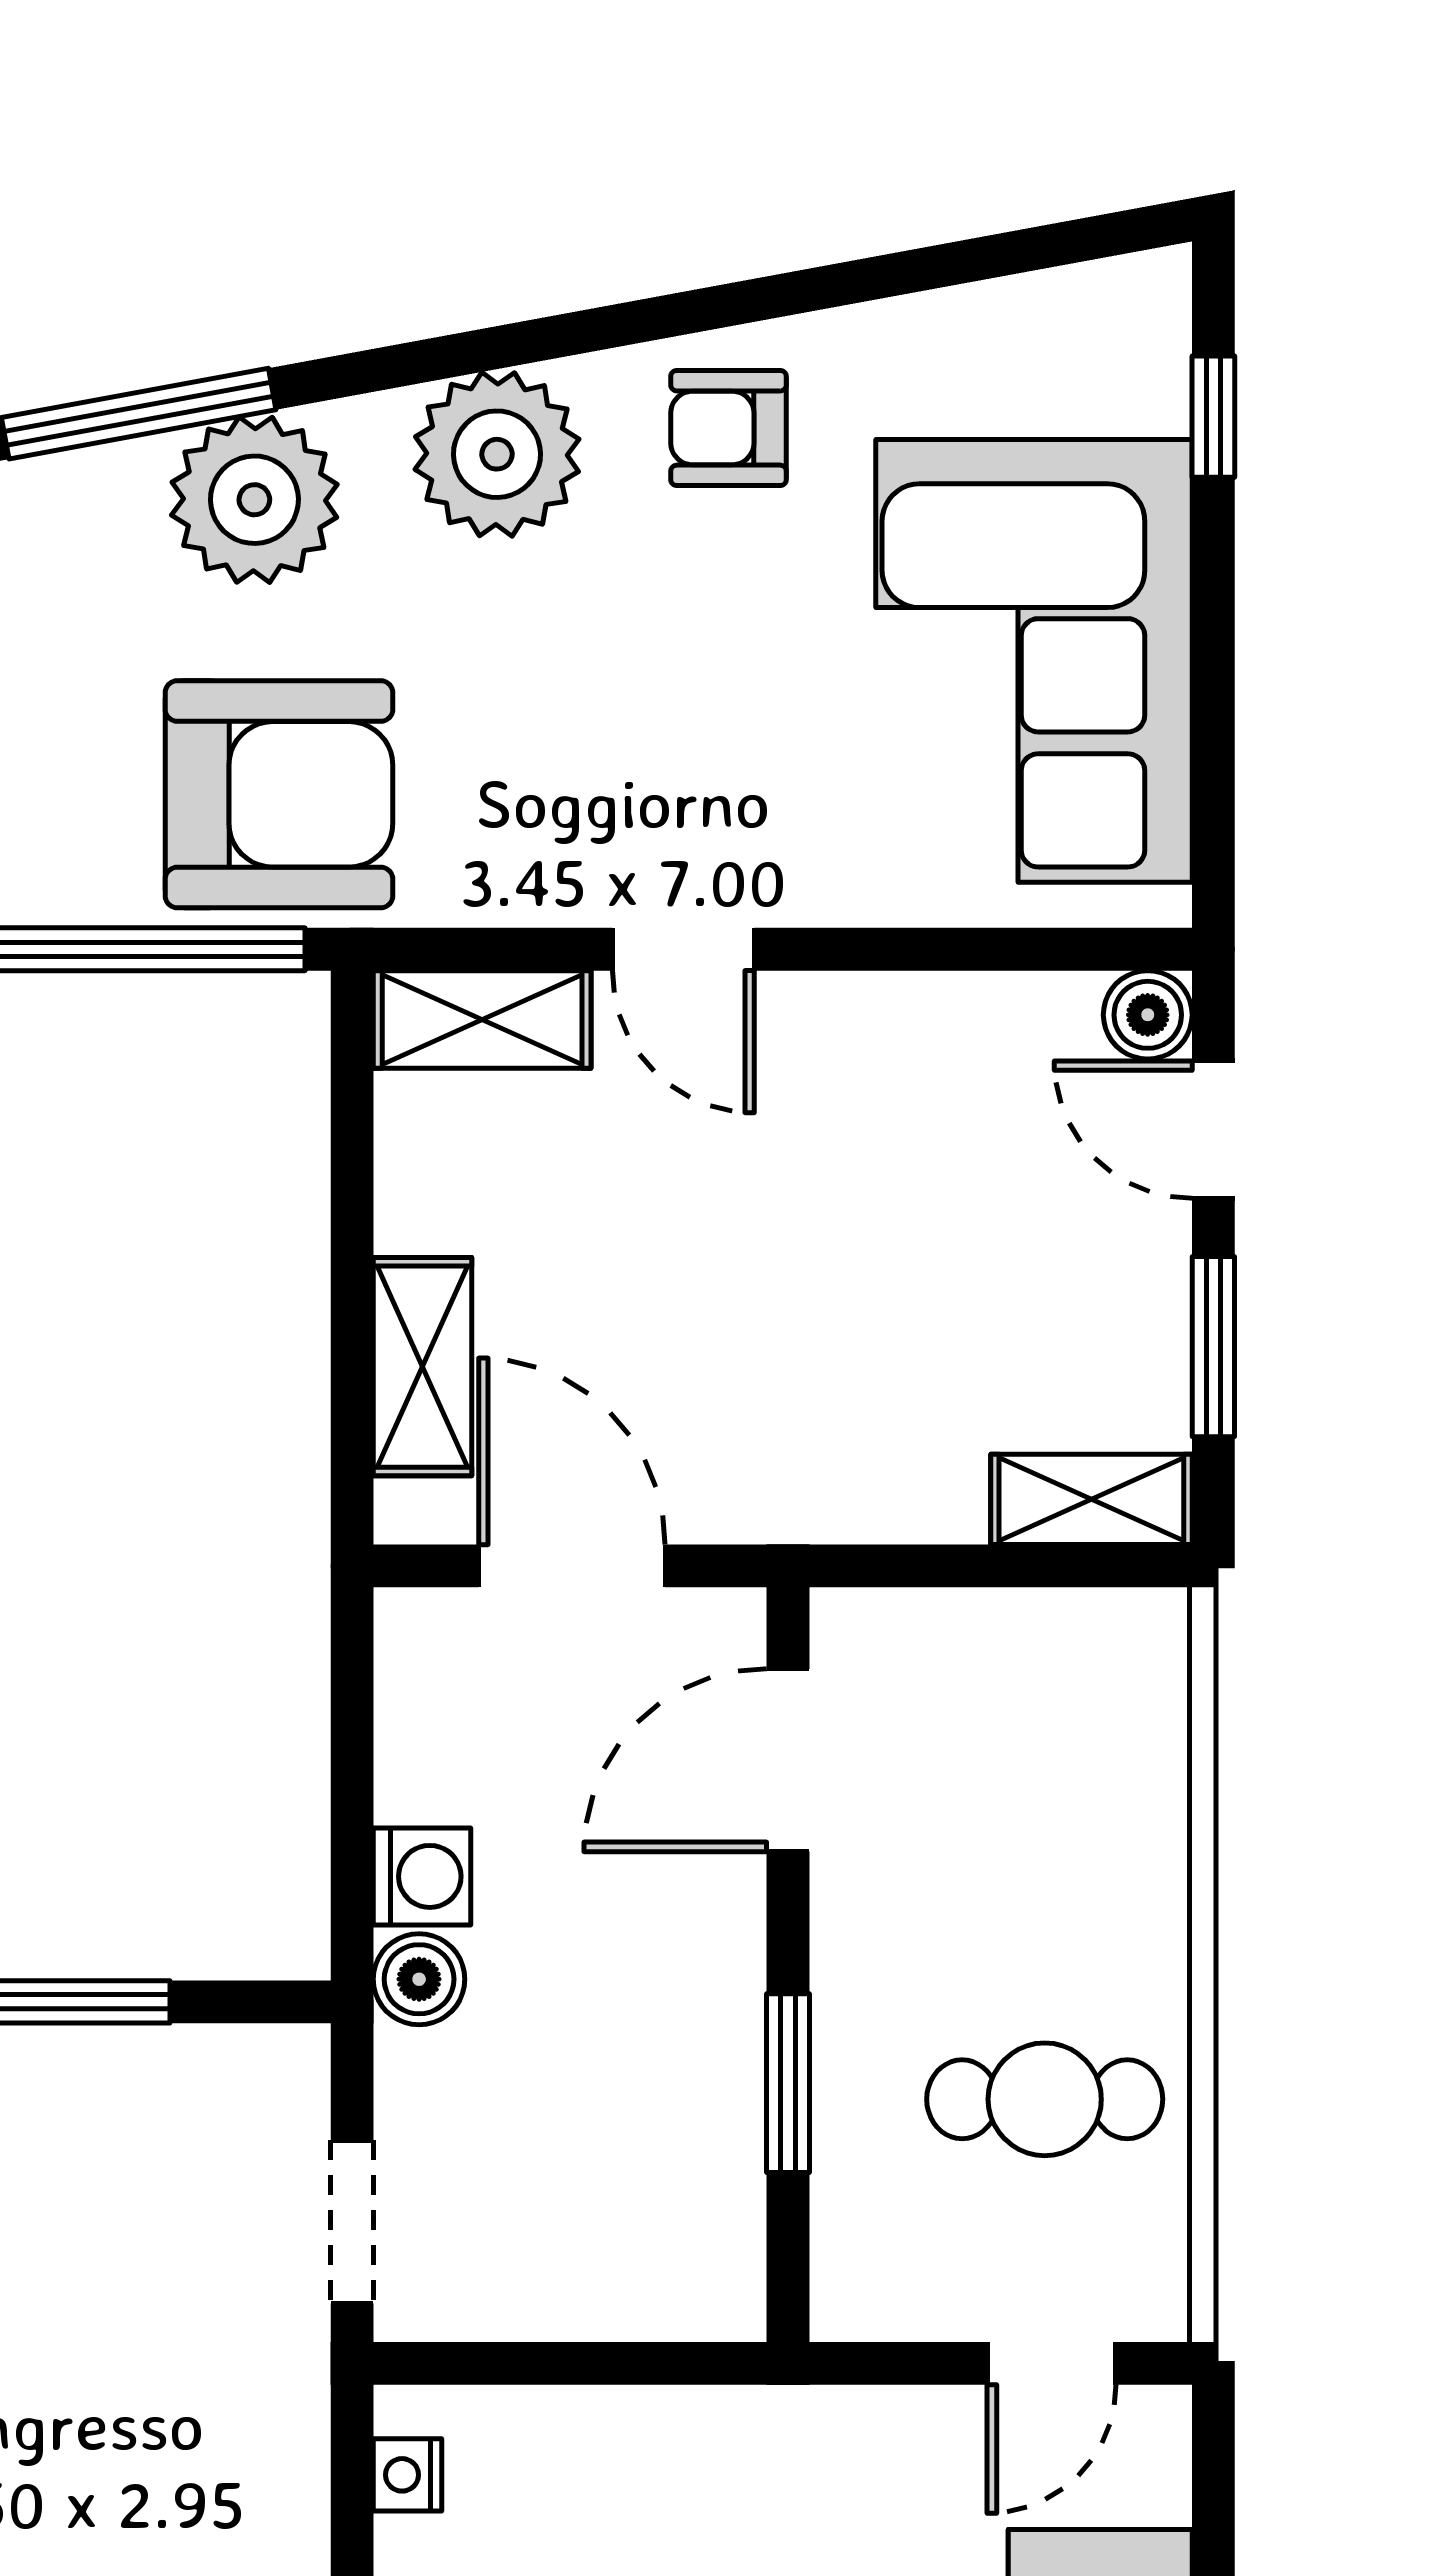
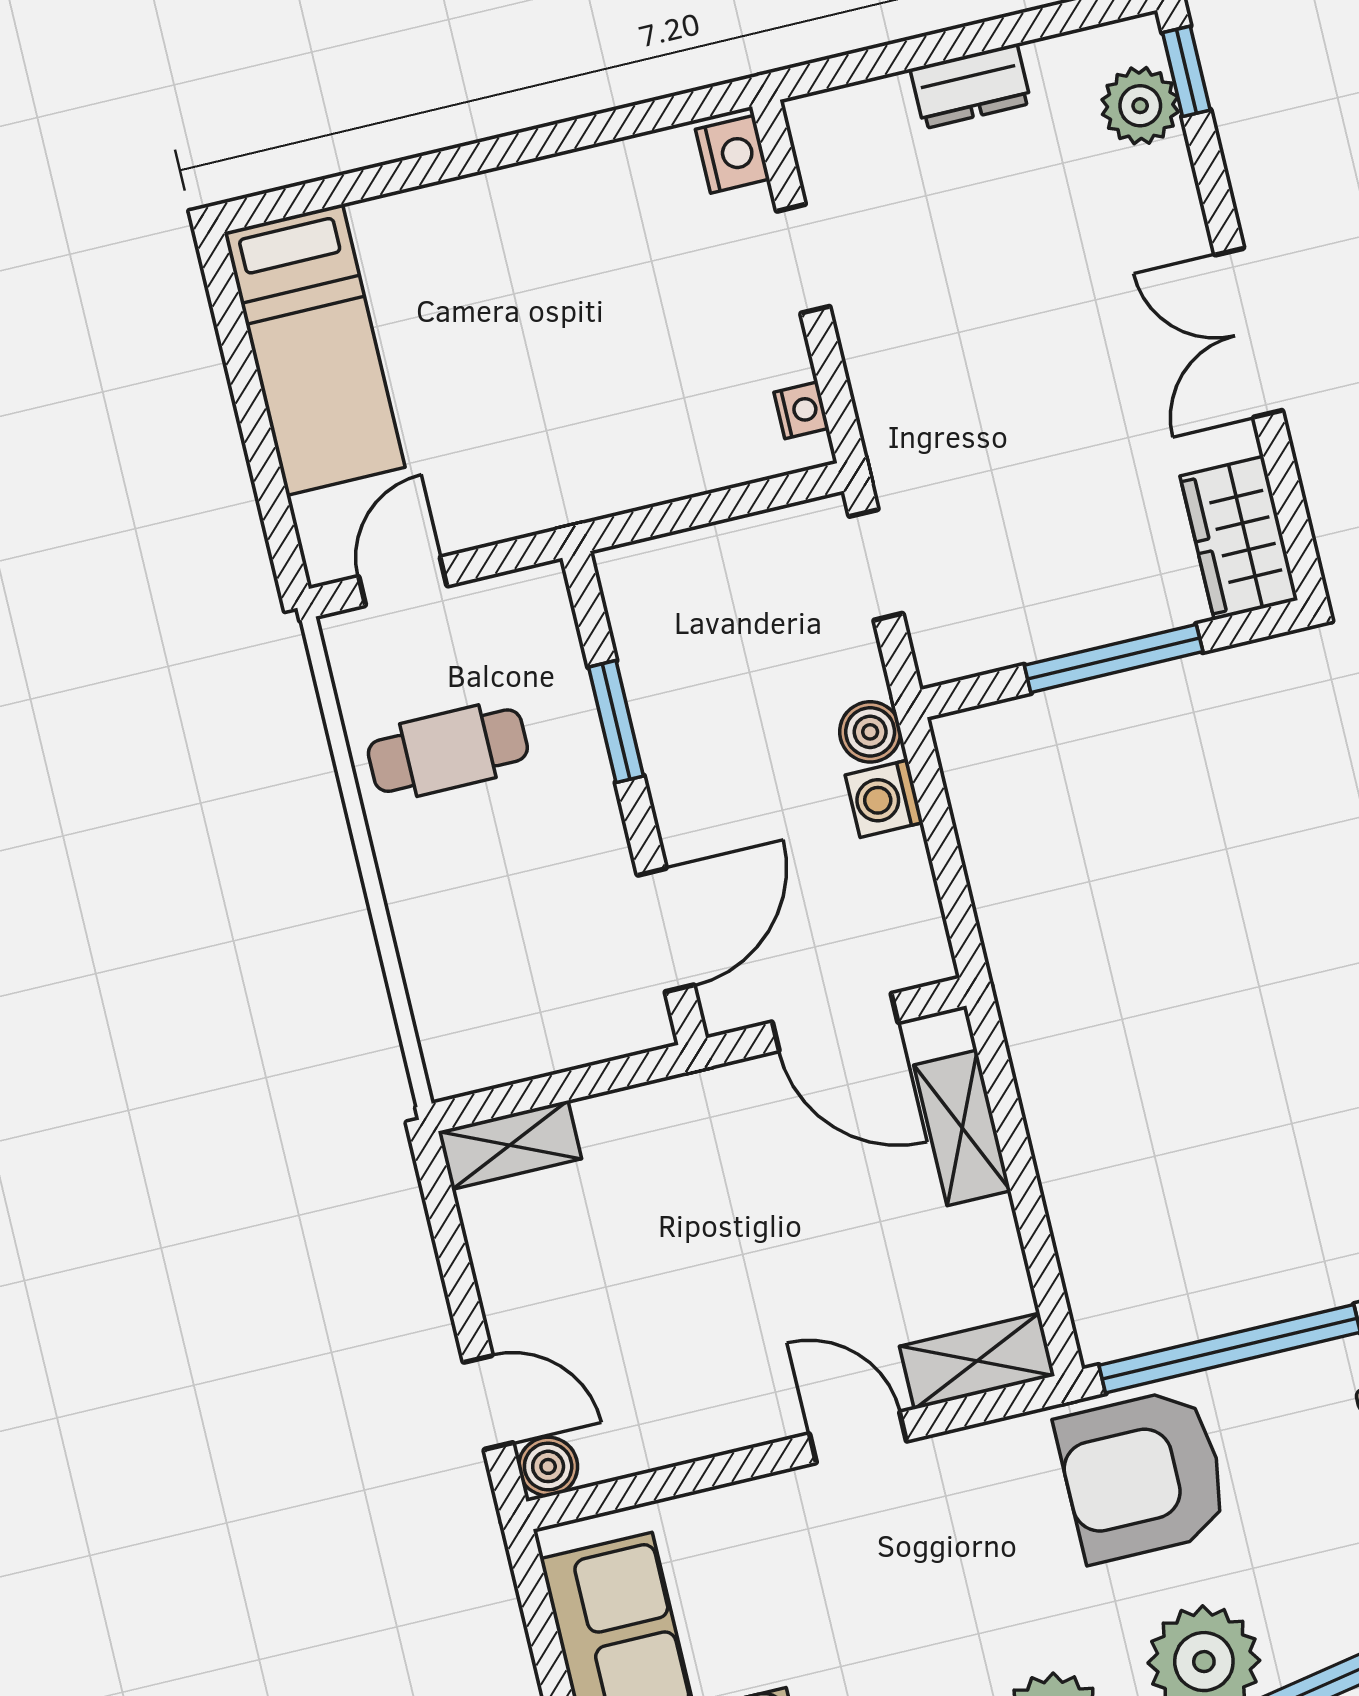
window: (1213, 1347) -> (455, 1262), removed

